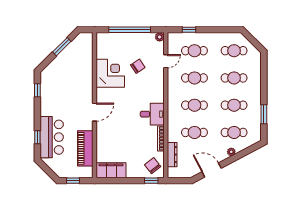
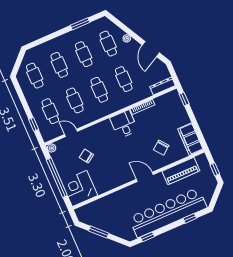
corner desk: (110, 73) -> (80, 188), moved
bar counter: (52, 137) -> (168, 213), width x1.86
dresser: (172, 155) -> (162, 86), moved
chair: (153, 166) -> (161, 148), moved

